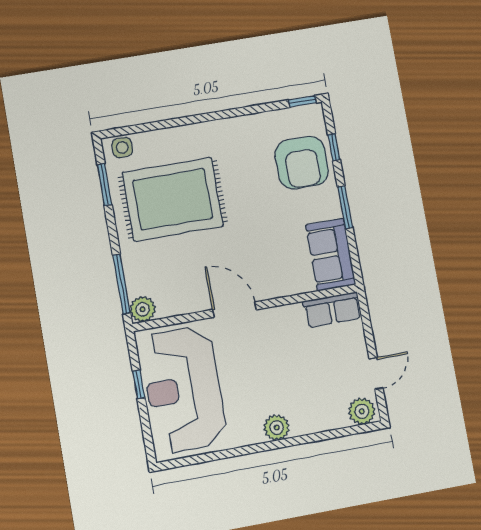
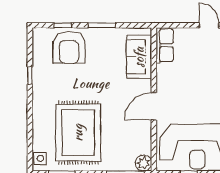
window: (302, 101) -> (30, 75), moved
armchair: (302, 163) -> (69, 48), turned 90
sofa: (331, 255) -> (139, 57), moved, turned 90

